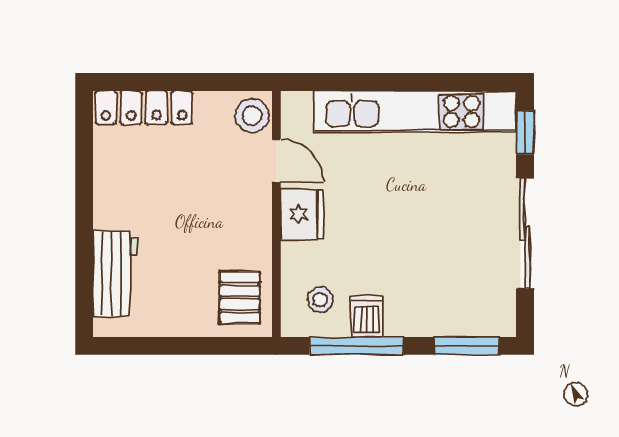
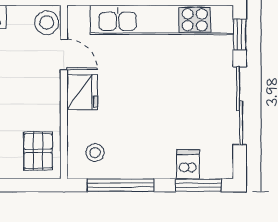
dishwasher: (367, 316) -> (188, 164), moved

